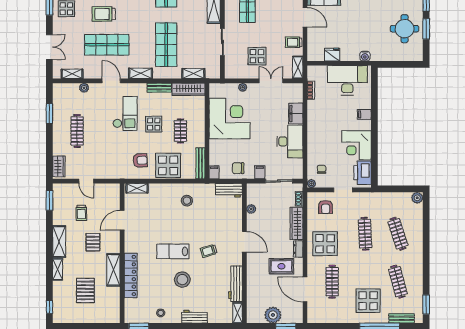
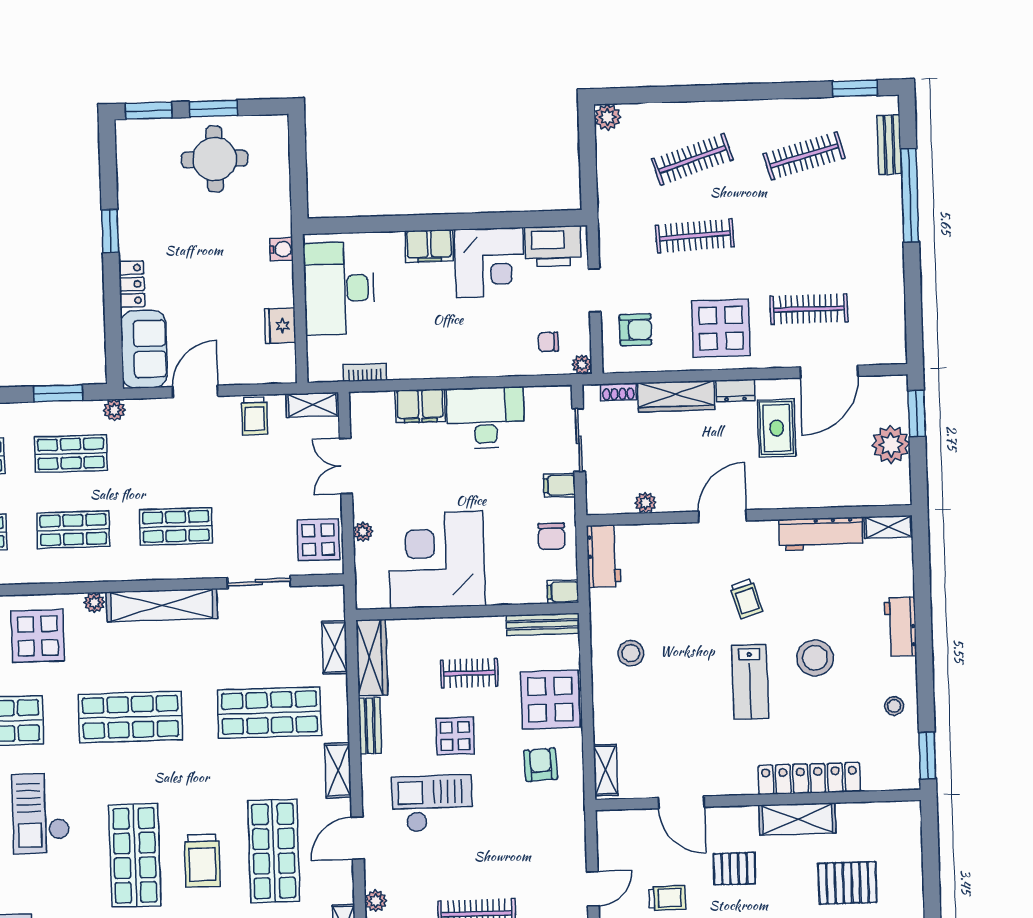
display table: (257, 56) -> (318, 540), moved
filing cabinet: (364, 114) -> (429, 246), width x2.00
display table: (368, 301) -> (850, 224), removed

